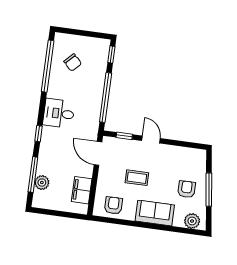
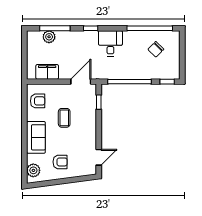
door: (151, 140) -> (99, 157), moved
window: (209, 190) -> (62, 181), removed

